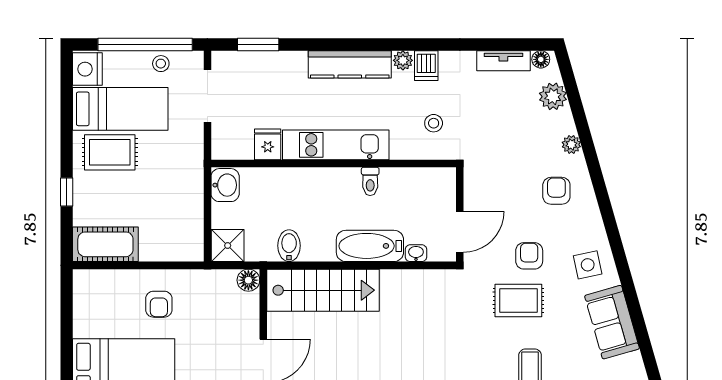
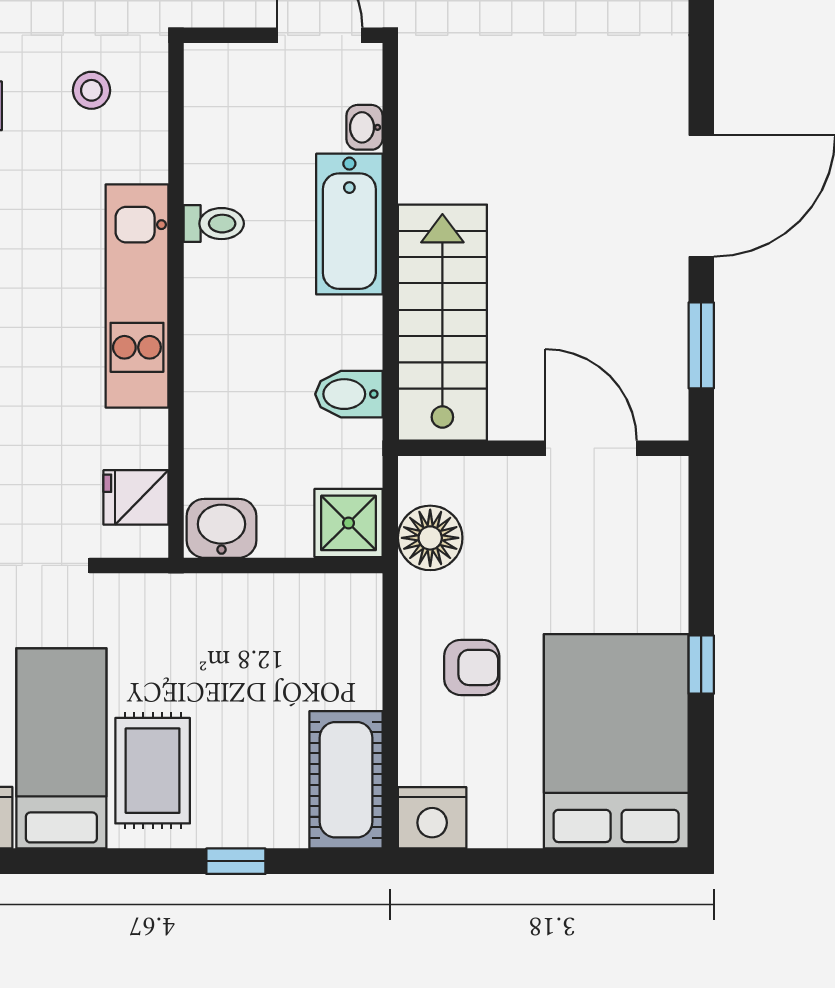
fridge: (268, 144) -> (136, 497), moved
floor lamp: (248, 280) -> (430, 538), moved, width x1.38, depth x1.38
nightstand: (87, 285) -> (432, 818), added

